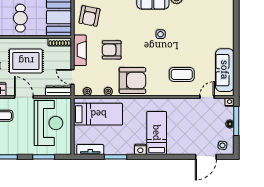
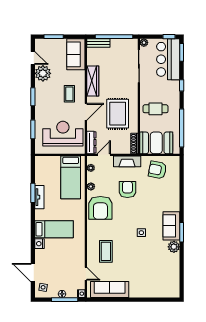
reception desk: (49, 123) -> (63, 134), turned 180
nightstand: (140, 149) -> (40, 244), moved
tv unit: (90, 150) -> (39, 197), moved

